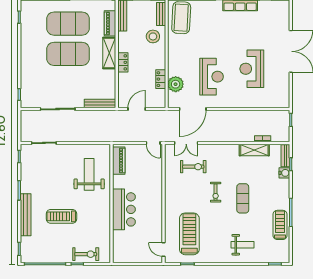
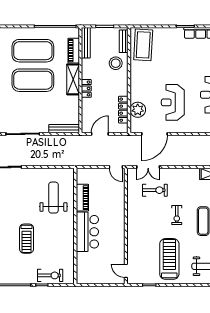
reception desk: (212, 77) -> (173, 102), turned 180
locker: (161, 79) -> (123, 110), width x1.53
piano: (119, 161) -> (82, 198), moved
treadmill: (62, 216) -> (27, 239), turned -90
treadmill: (189, 234) -> (169, 259), moved

